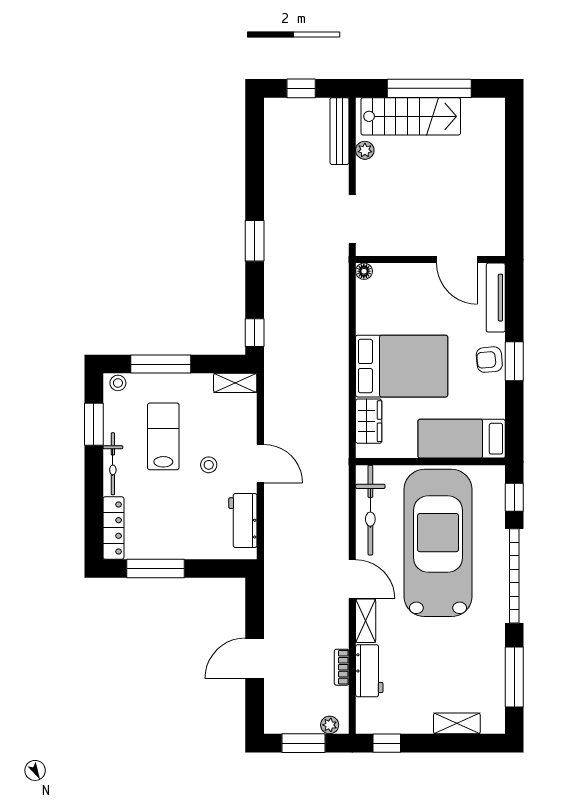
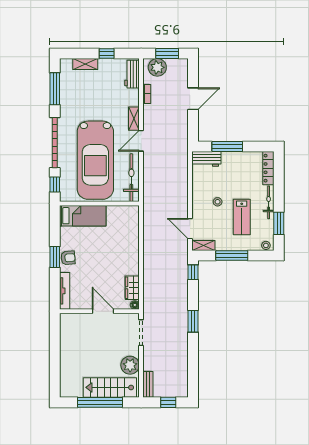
bench: (339, 131) -> (148, 384), width x0.73
plant: (365, 150) -> (130, 365), width x1.88, depth x1.88
door: (457, 260) -> (103, 311), moved
window: (161, 364) -> (232, 255), moved
bed: (402, 366) -> (115, 254), removed
wardrobe: (369, 421) -> (132, 288), moved
door: (260, 464) -> (190, 229), moved
workbench: (243, 520) -> (206, 159), moved, turned 90
window: (156, 569) -> (227, 147), moved
door: (352, 579) -> (141, 141), hinge flipped
workbench: (369, 671) -> (132, 74), moved
plant: (330, 725) -> (157, 67), width x1.87, depth x1.87
window: (387, 743) -> (107, 54), moved

